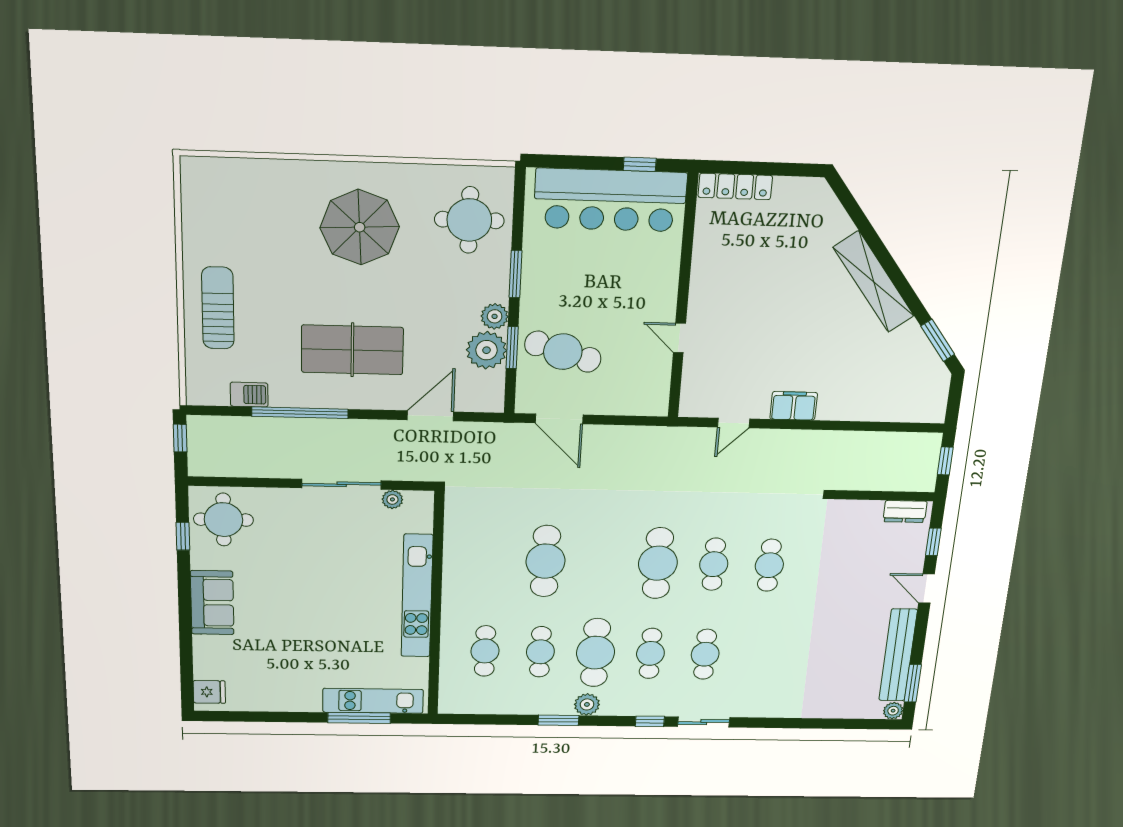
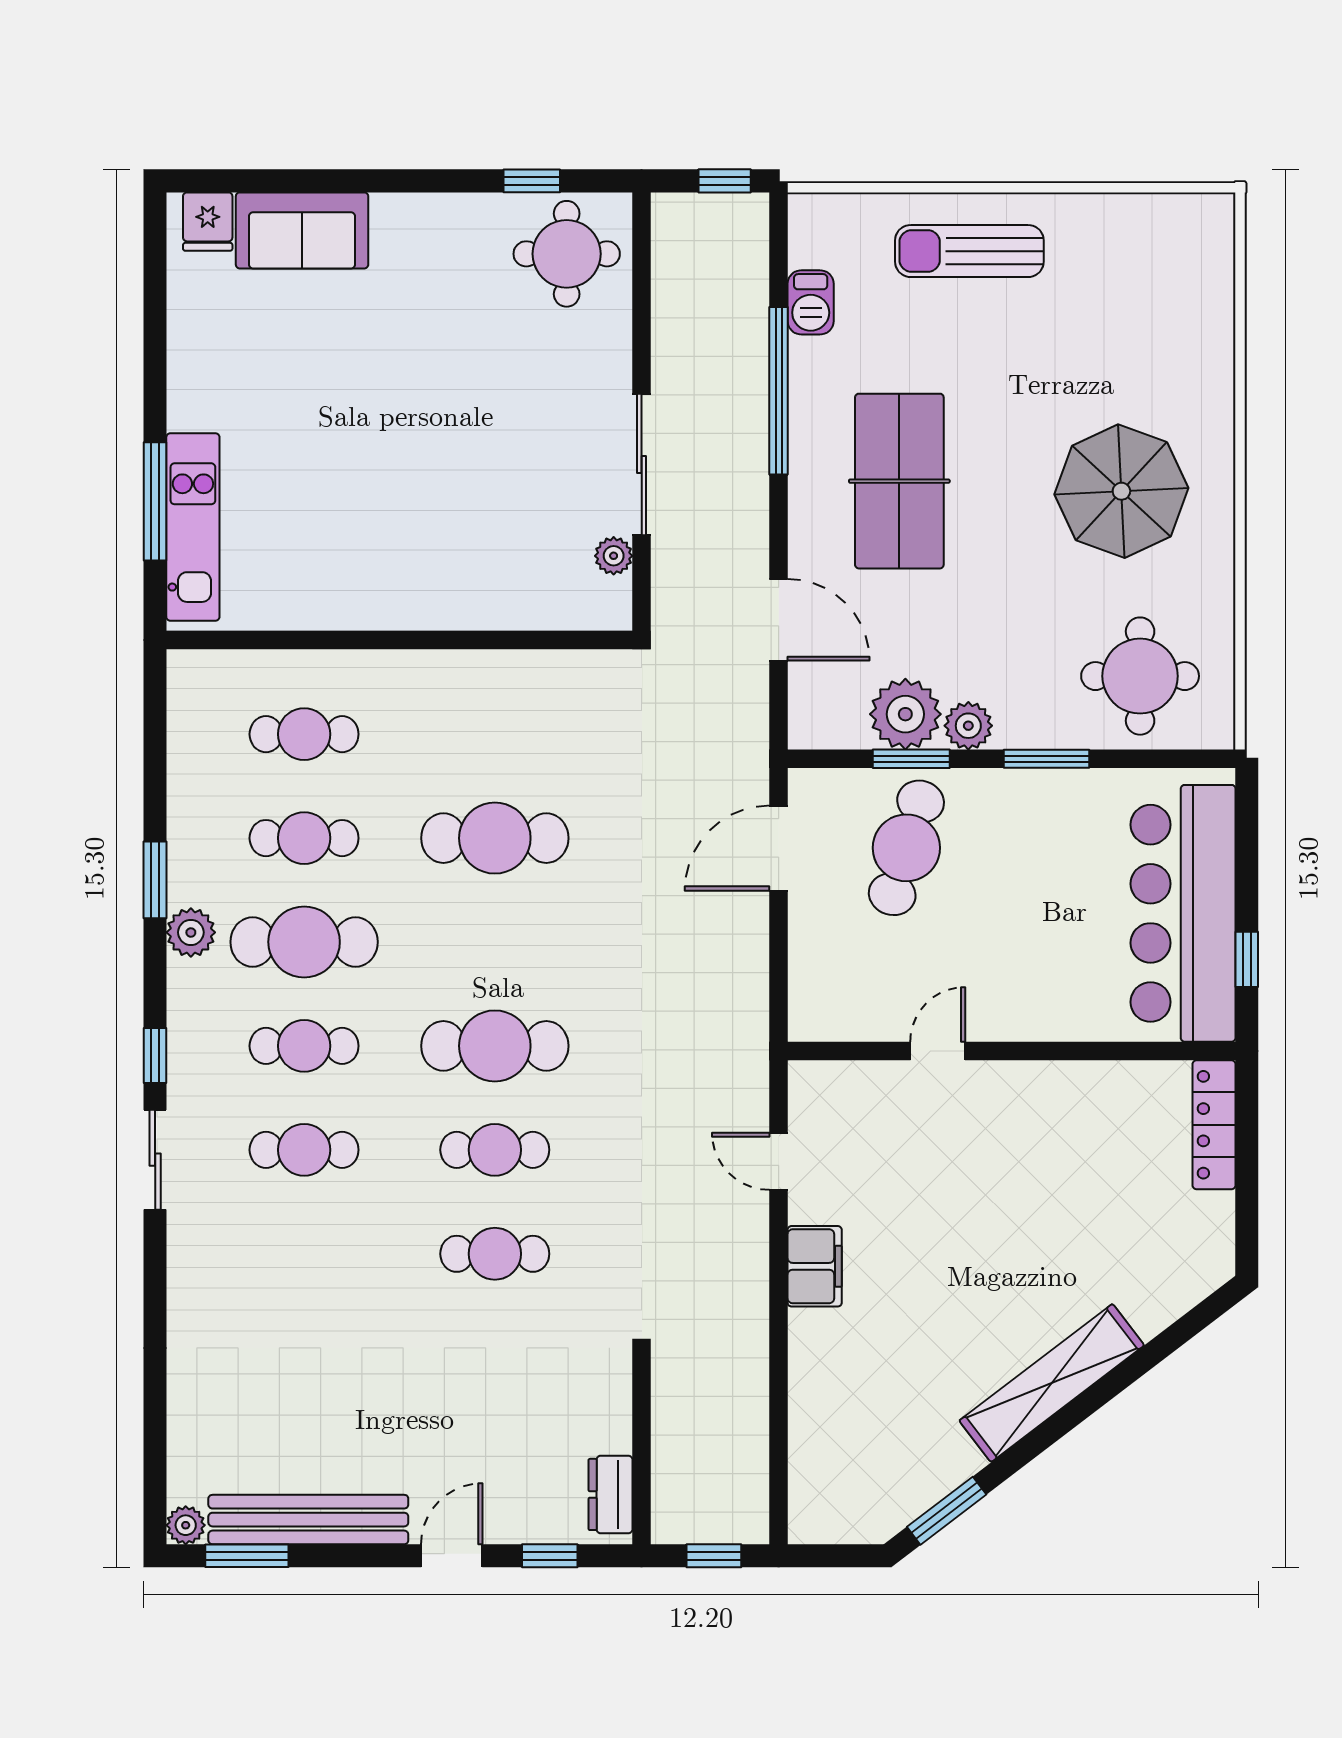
sun lounger: (218, 308) -> (969, 251), turned 180
kitchen unit: (417, 596) -> (418, 604), removed
sofa: (212, 603) -> (302, 230), moved

